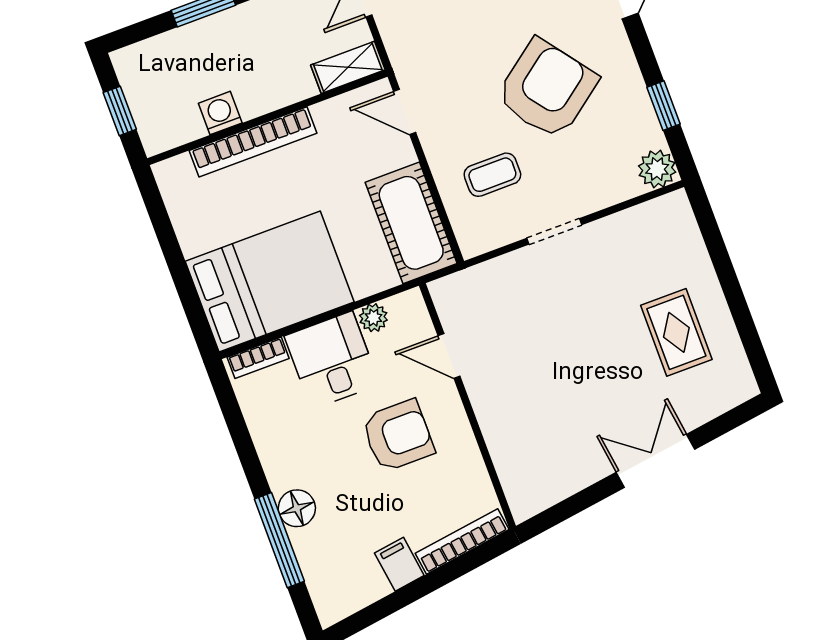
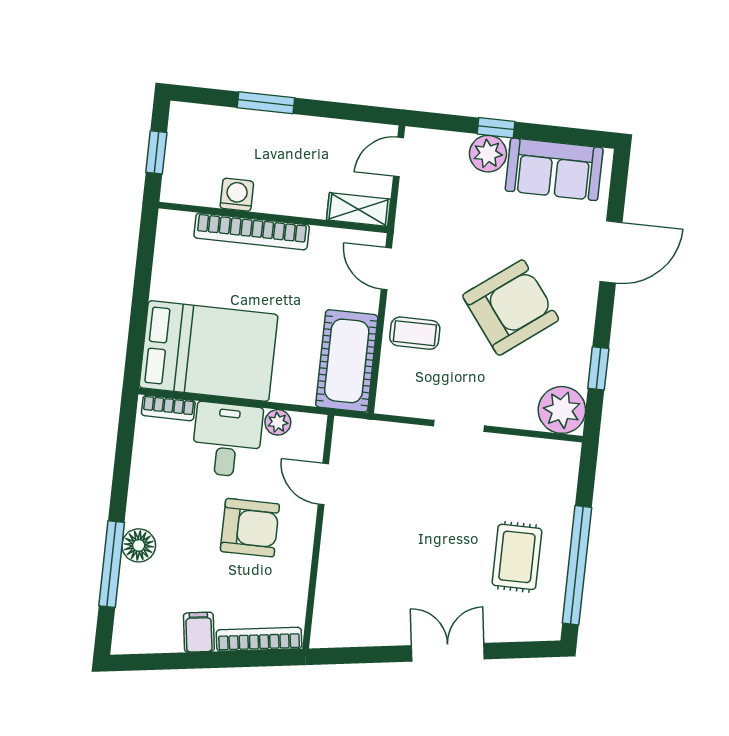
plant: (657, 169) -> (562, 410), width x1.36, depth x1.36
coffee table: (492, 175) -> (415, 333), moved
window: (740, 311) -> (577, 565), added

